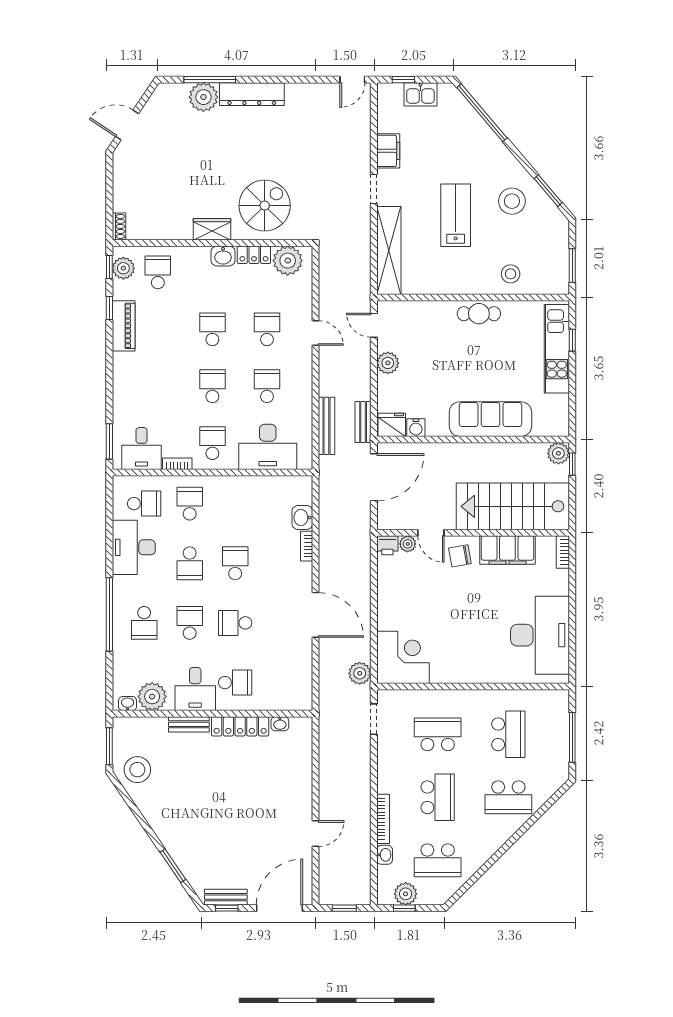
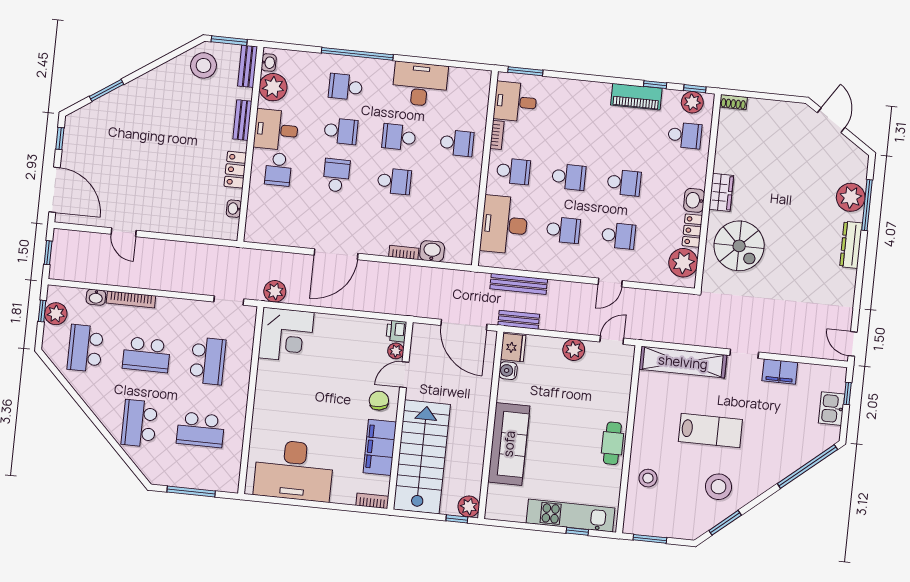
dresser: (252, 94) -> (851, 245), width x0.73, depth x0.80
school desk: (144, 504) -> (461, 99), removed
locker: (240, 726) -> (235, 170), width x0.66
bench: (226, 897) -> (248, 66), moved

